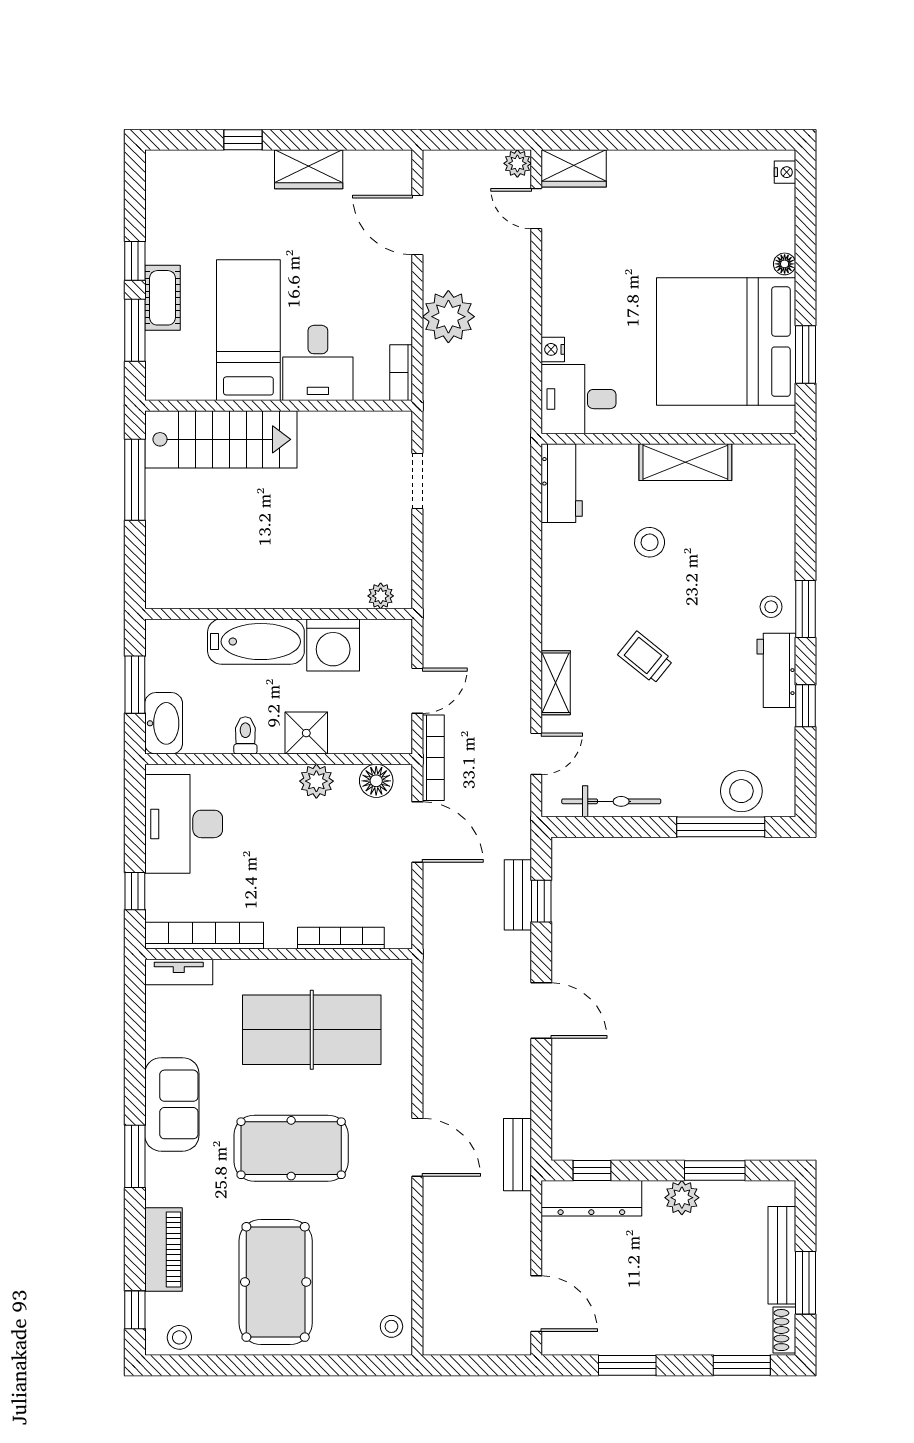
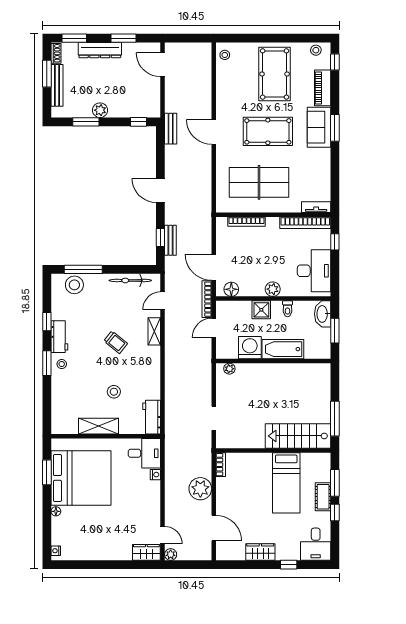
desk: (318, 363) -> (316, 544), moved, turned 180
plant: (316, 781) -> (273, 289), moved
sofa: (172, 1104) -> (319, 127), moved
dresser: (591, 1198) -> (100, 50), moved, turned 180

